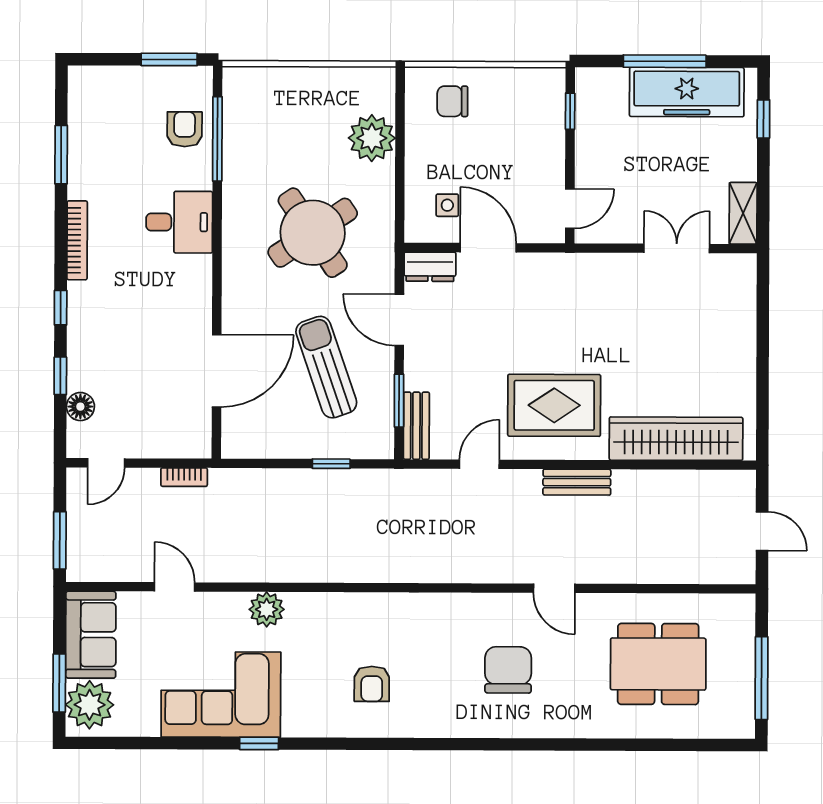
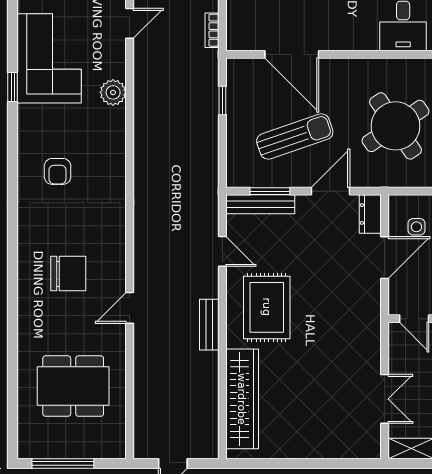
bench: (416, 426) -> (260, 204), width x1.36
window: (331, 464) -> (222, 101), moved
dining table: (658, 664) -> (73, 386), turned 90
armchair: (372, 684) -> (58, 171), turned -90

